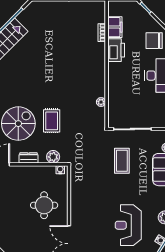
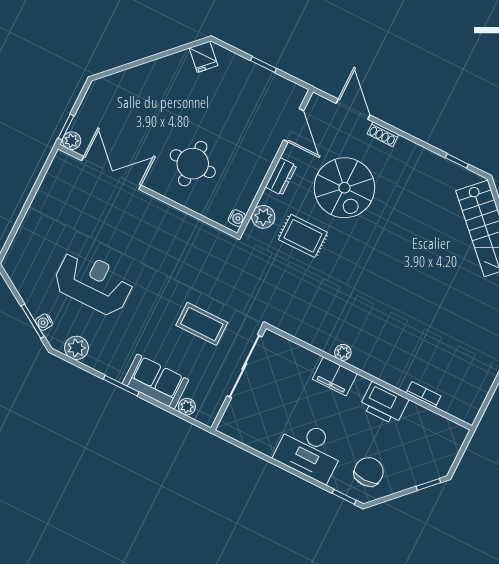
filing cabinet: (115, 27) -> (335, 376), moved
plant: (101, 102) -> (343, 352), moved
rug: (52, 121) -> (303, 236), moved

